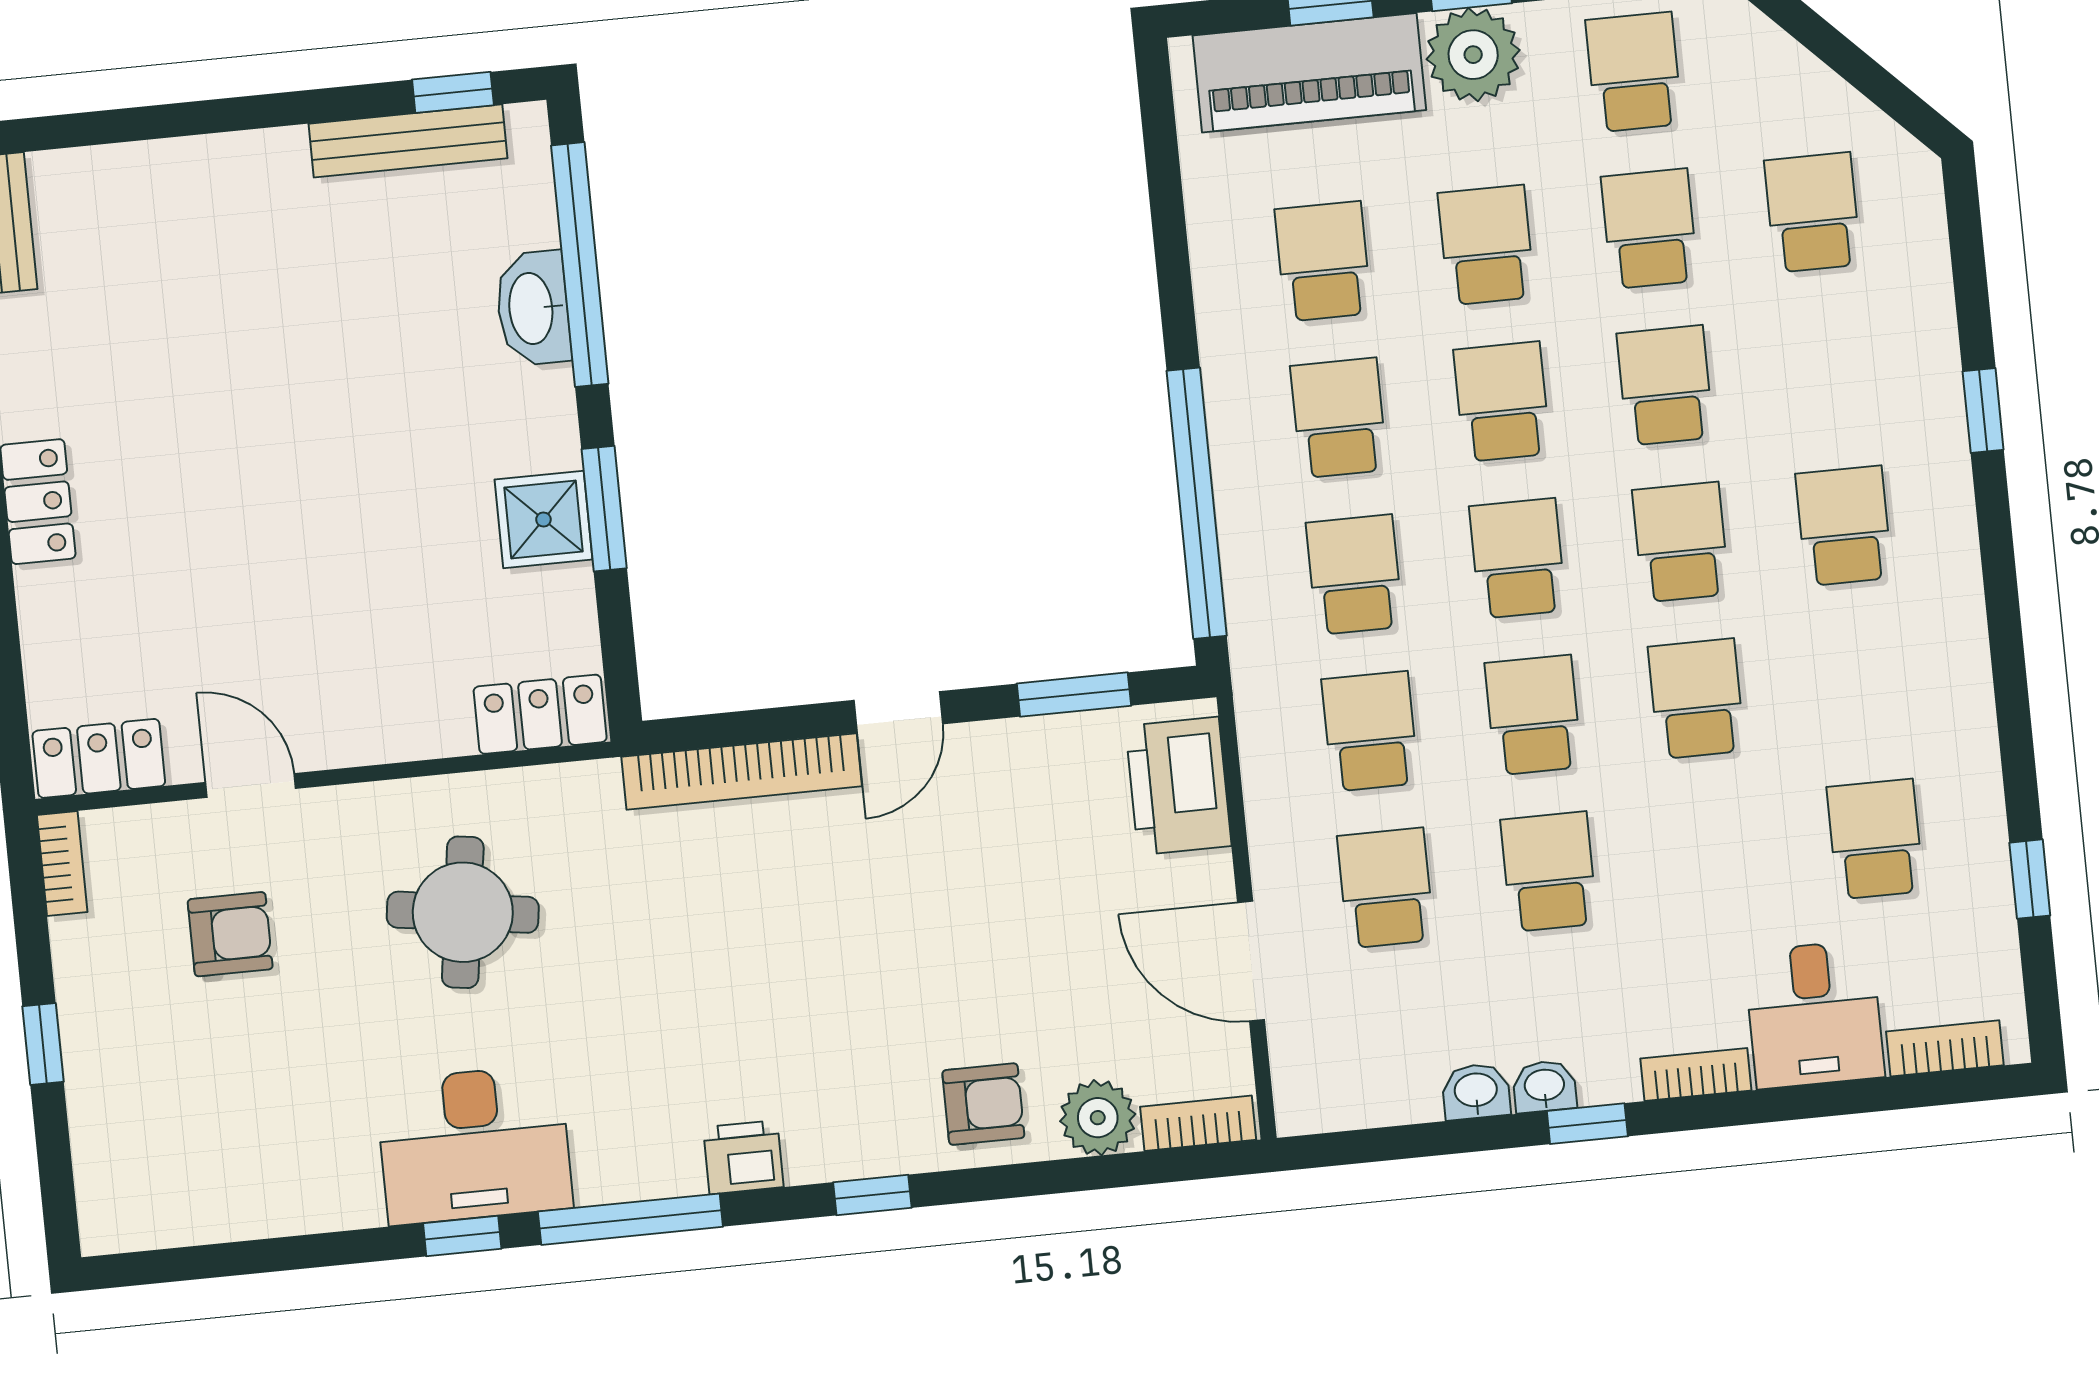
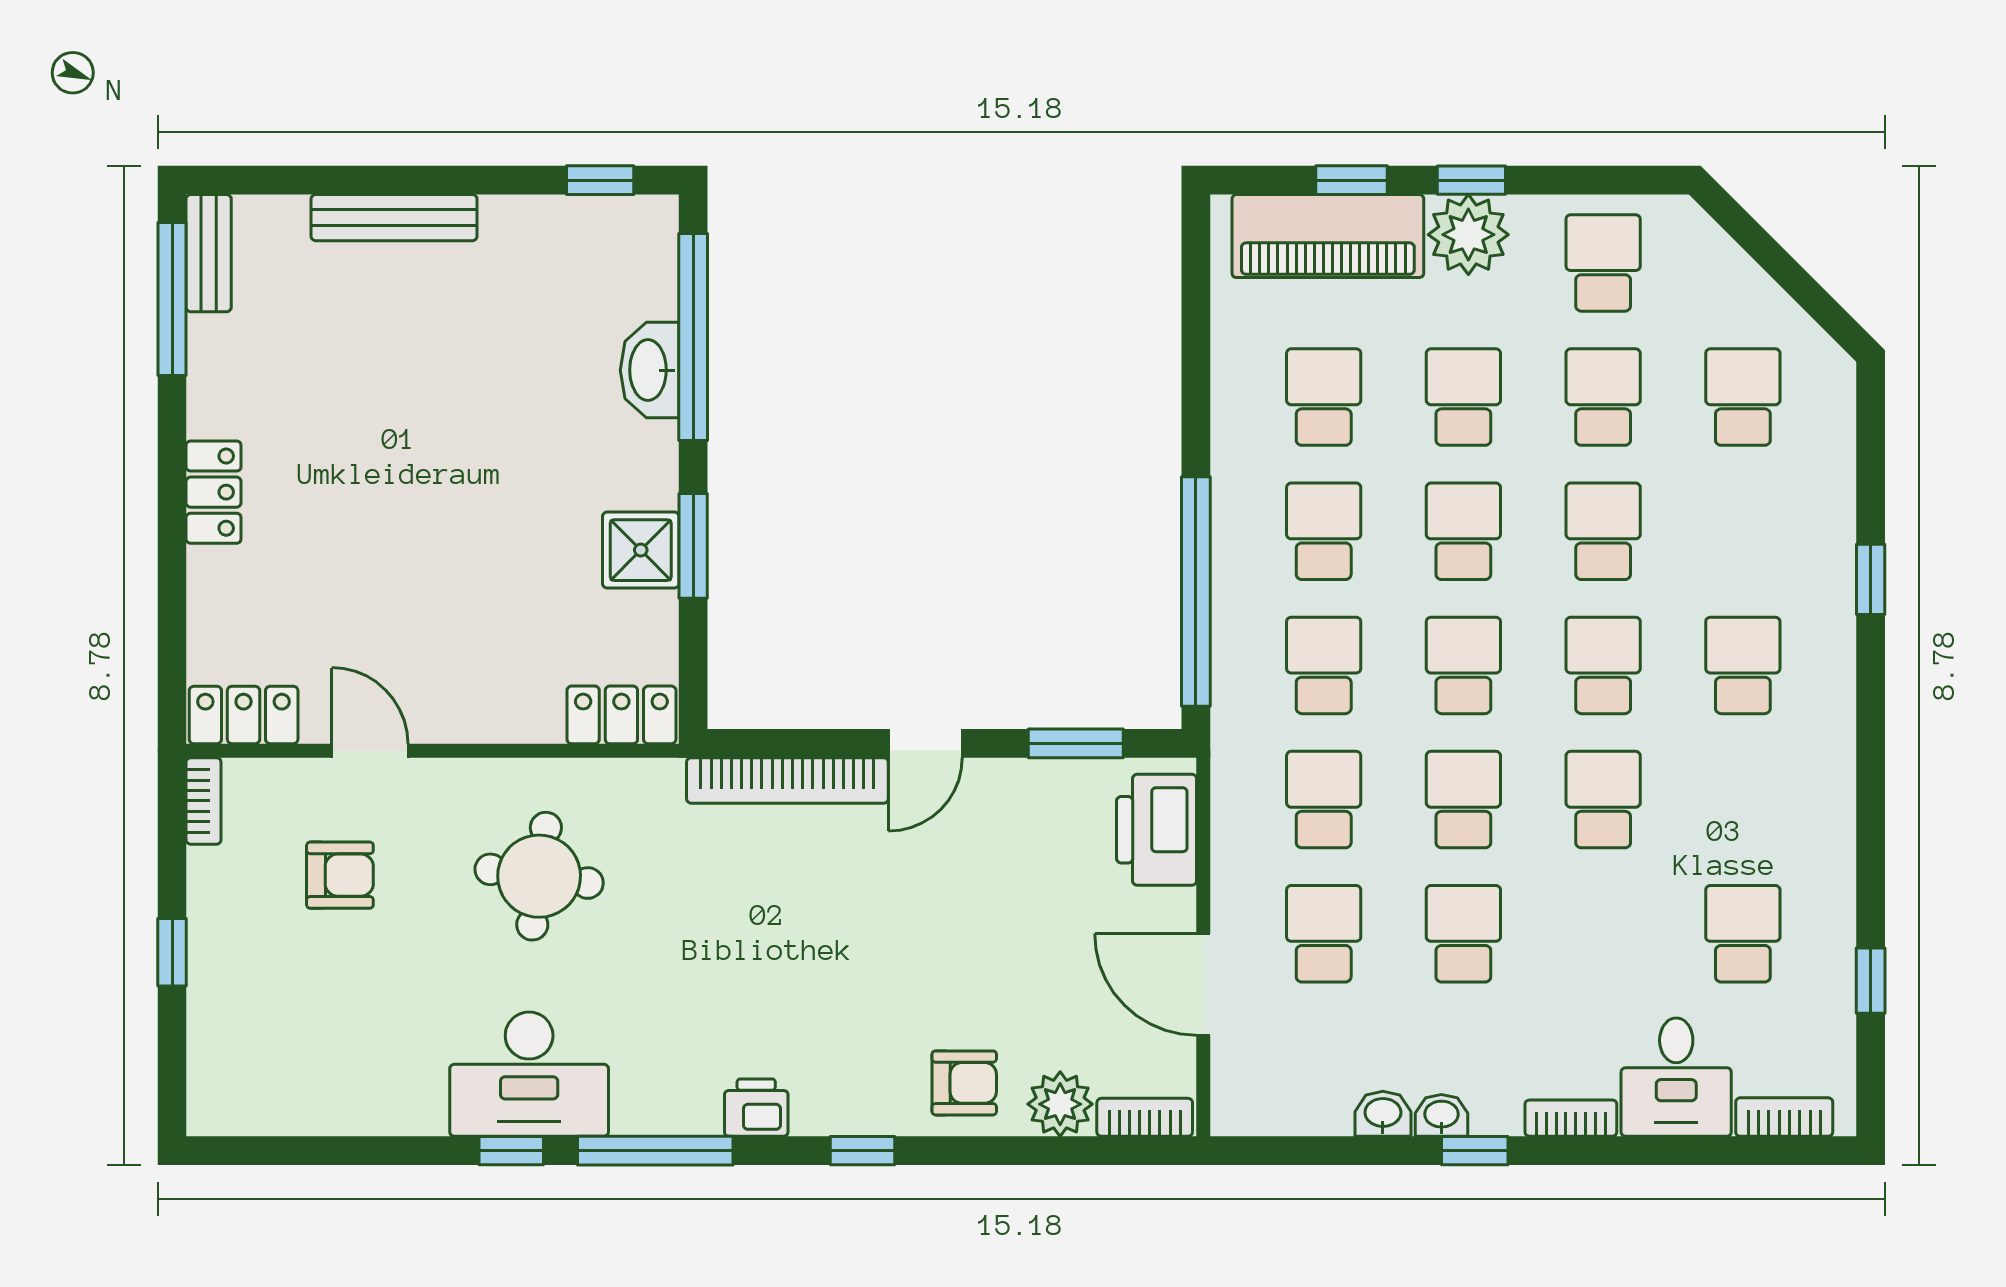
bench: (408, 141) -> (394, 218), moved

